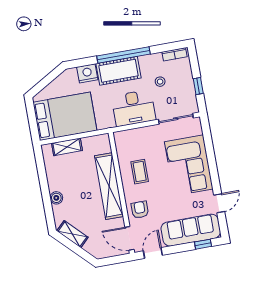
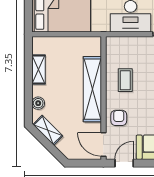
shelving: (67, 147) -> (38, 70), moved, turned 90
boiler: (56, 198) -> (38, 103), moved

